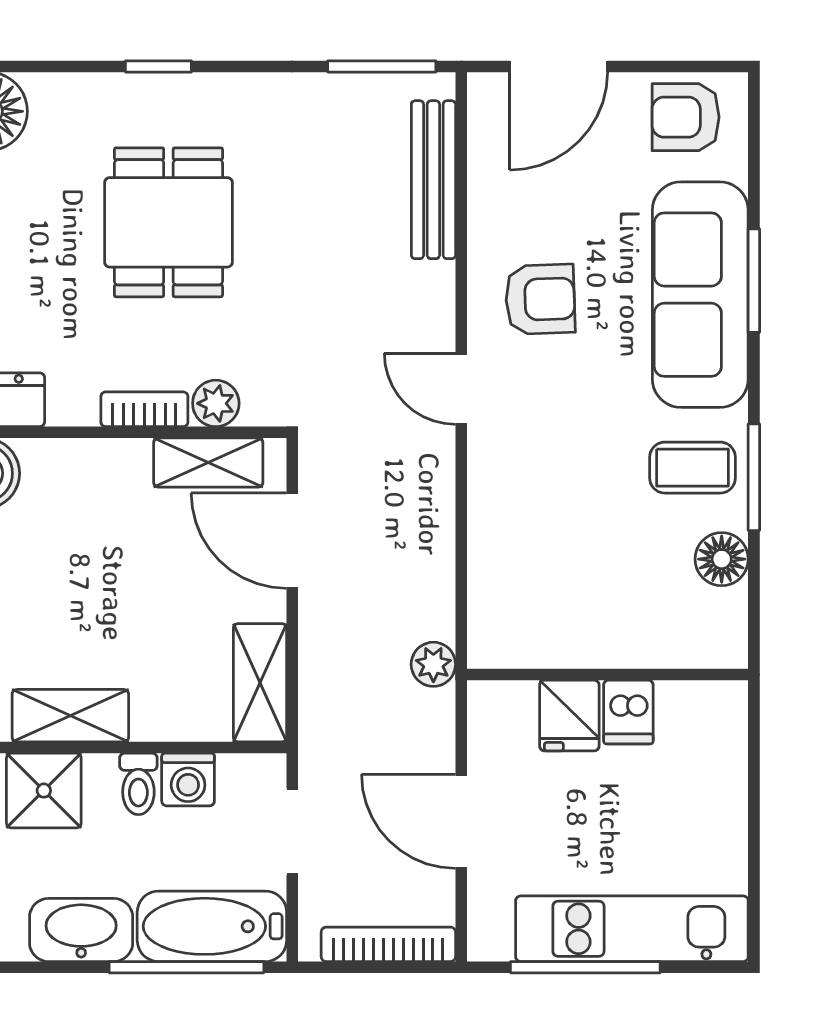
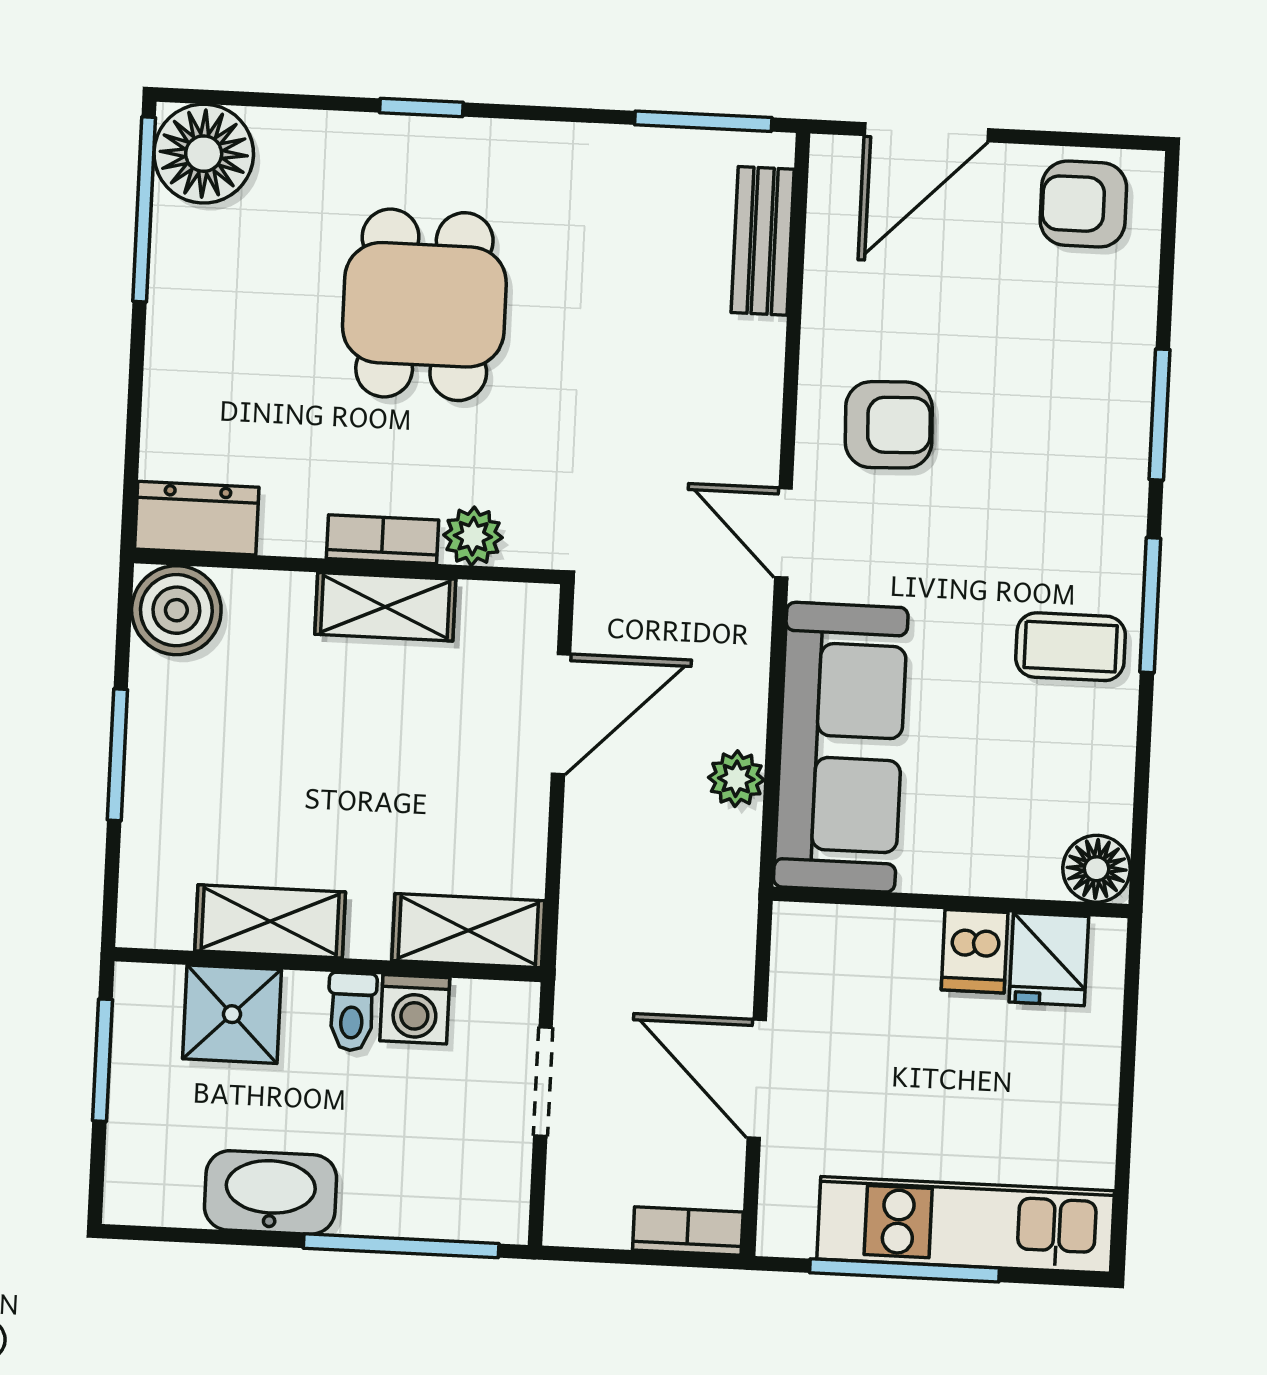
bench: (433, 180) -> (763, 241), width x0.73
sofa: (700, 295) -> (841, 747), moved, turned 180
shelving: (208, 463) -> (385, 607), moved
window: (754, 477) -> (1150, 605), moved
door: (292, 541) -> (561, 714), swing flipped
floor lamp: (722, 559) -> (1097, 869), moved
plant: (433, 664) -> (736, 779), moved
shelving: (260, 683) -> (468, 931), moved, turned 90
fridge: (569, 716) -> (1049, 959), moved
bathtub: (212, 926) -> (436, 1196), removed
bookcase: (388, 944) -> (688, 1231), width x0.64

